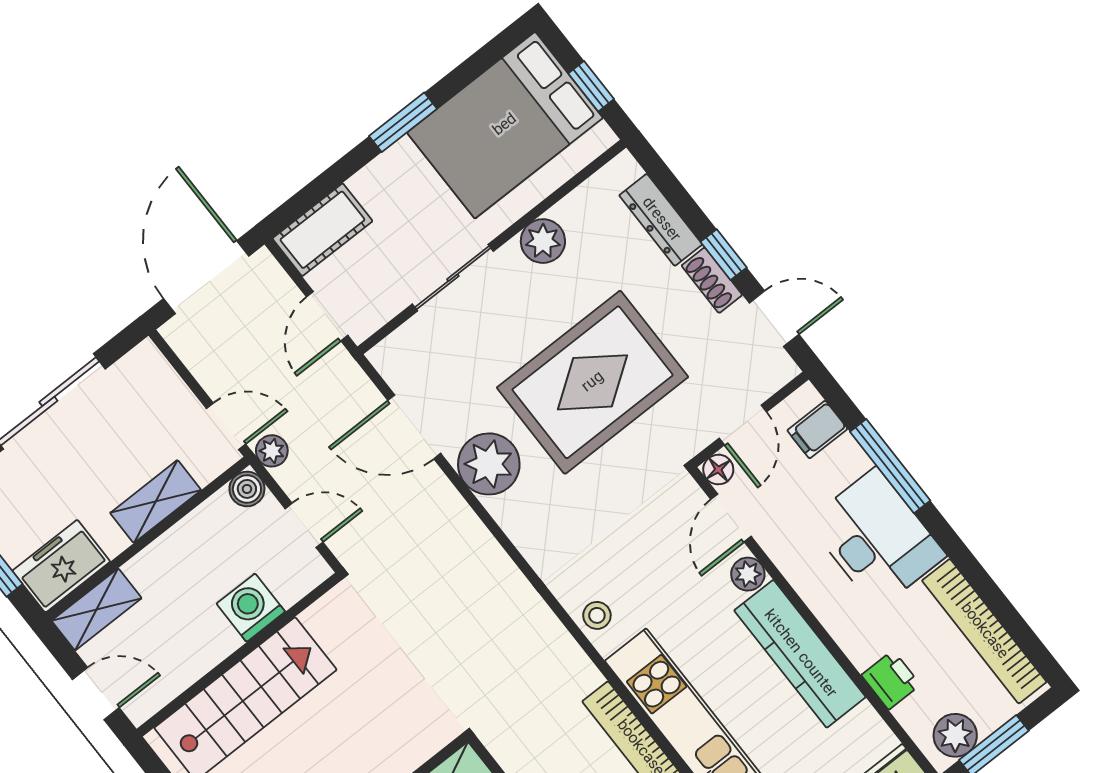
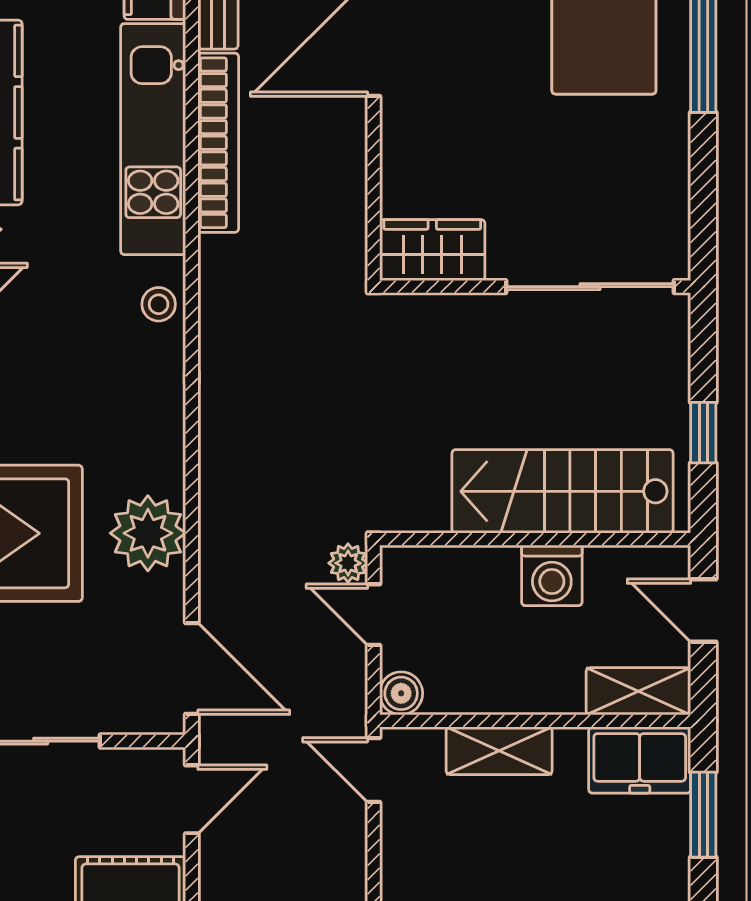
door: (414, 427) -> (192, 669), moved
plant: (272, 451) -> (348, 563), moved
washing machine: (251, 608) -> (552, 575), moved

